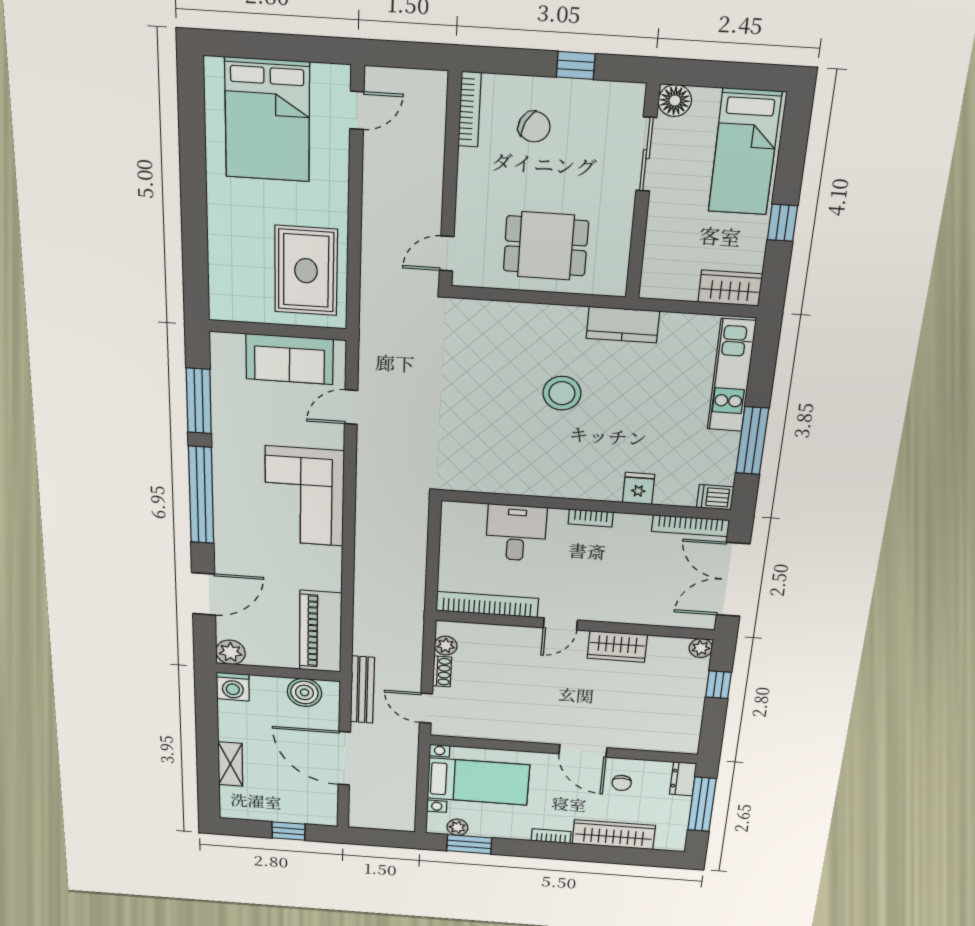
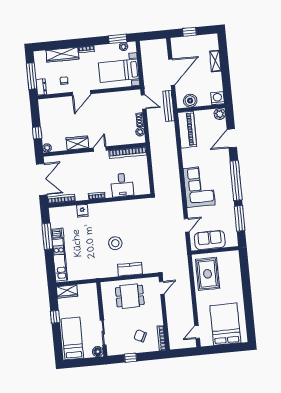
kitchen counter: (623, 325) -> (130, 269), moved
dishwasher: (715, 497) -> (57, 233), moved
door: (583, 751) -> (81, 93), swing flipped
door: (344, 758) -> (172, 72), hinge flipped

